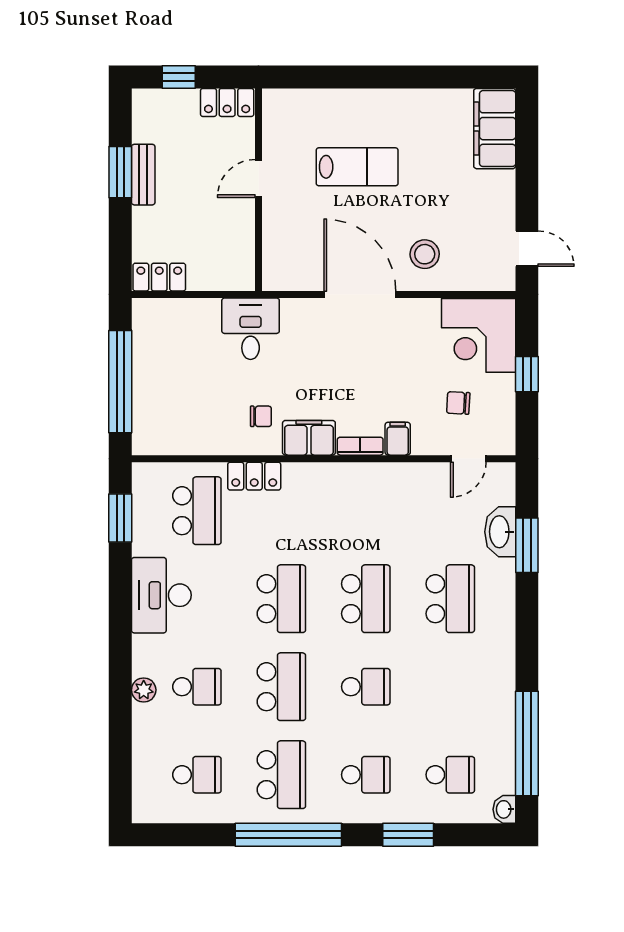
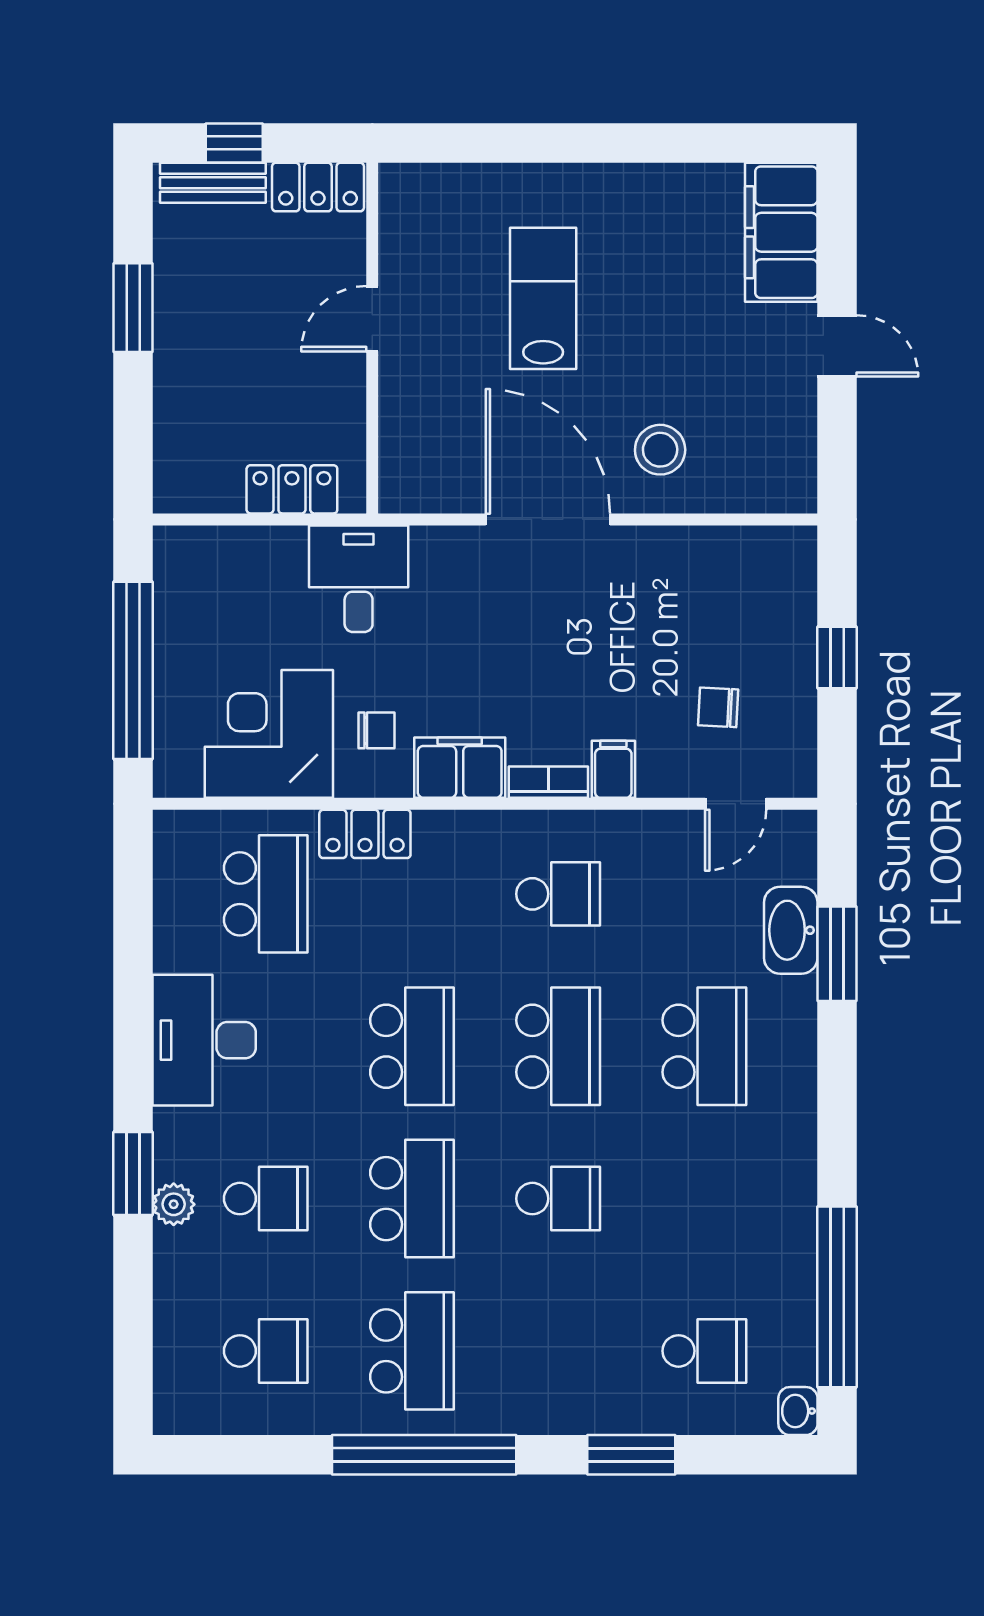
lab bench: (357, 167) -> (543, 298), turned -90
bench: (143, 175) -> (213, 183), moved, turned 90
door: (527, 249) -> (837, 346), moved
locker: (159, 277) -> (292, 489), moved
corner desk: (479, 335) -> (269, 734), moved, turned 90
window: (120, 518) -> (133, 1174), moved
school desk: (366, 775) -> (558, 894), moved

